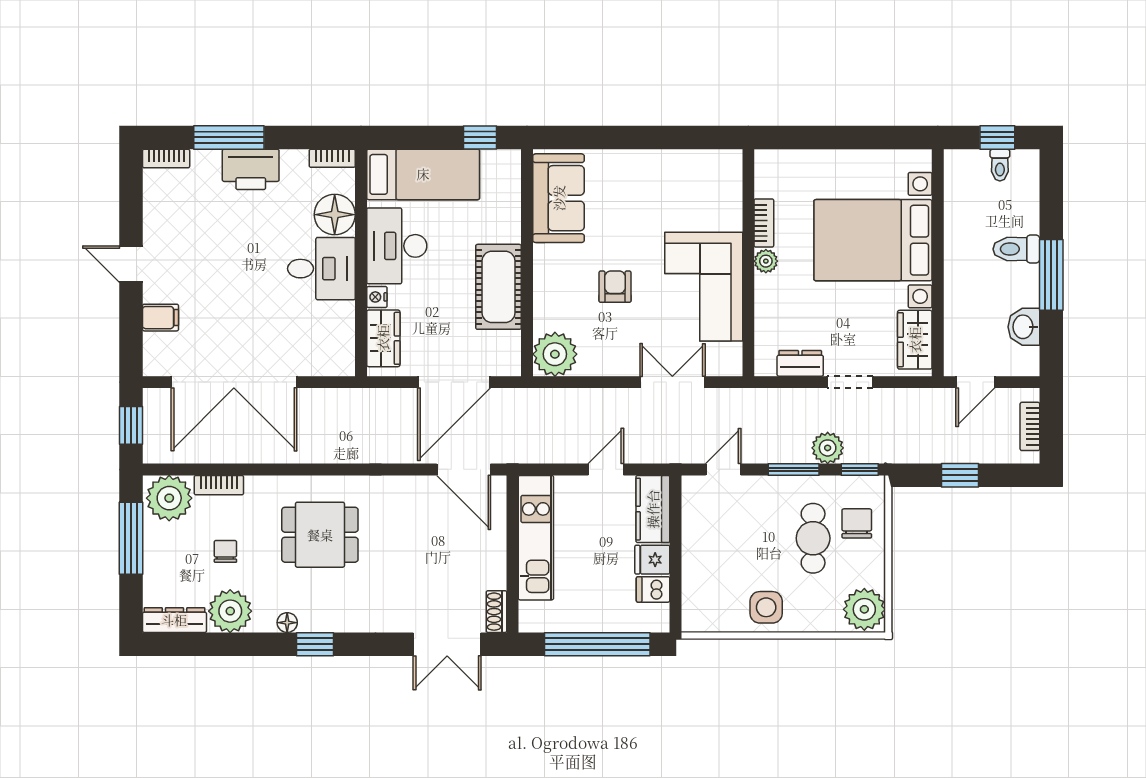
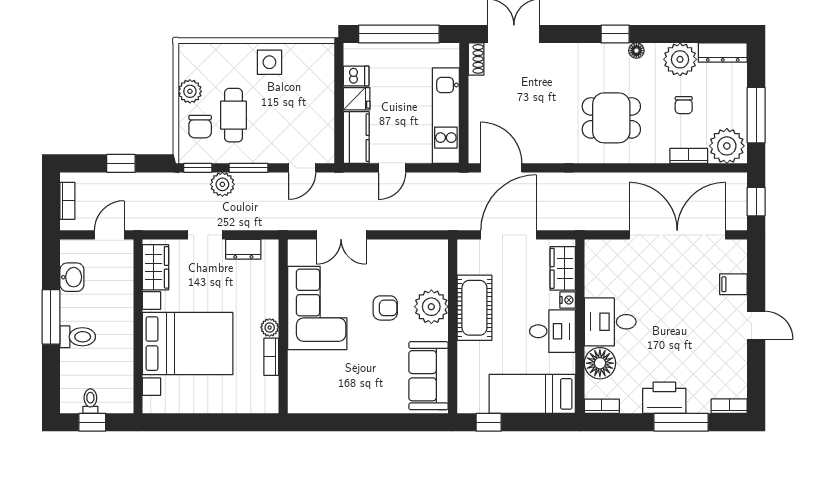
desk: (397, 246) -> (552, 331), width x0.73
armchair: (615, 287) -> (385, 308), turned -90
plant: (555, 354) -> (431, 307), moved
plant: (864, 609) -> (190, 91), moved, width x0.73, depth x0.73

